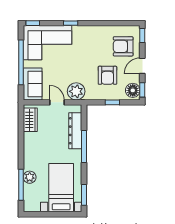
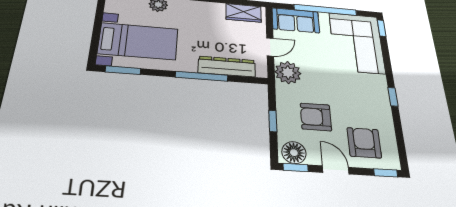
window: (71, 23) -> (393, 97), moved

